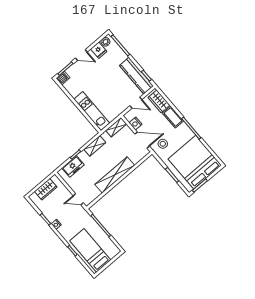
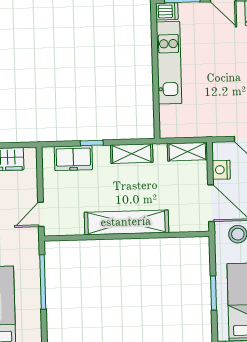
kitchen unit: (92, 111) -> (169, 63), moved
door: (78, 199) -> (41, 214), hinge flipped

